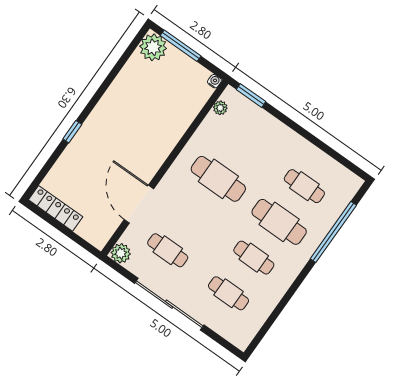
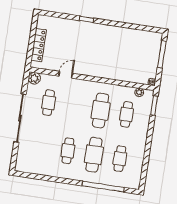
plant: (153, 47) -> (154, 40), removed
door: (139, 204) -> (66, 75), width x0.53
locker: (56, 208) -> (39, 45), moved
cafe table: (228, 293) -> (127, 114), moved

